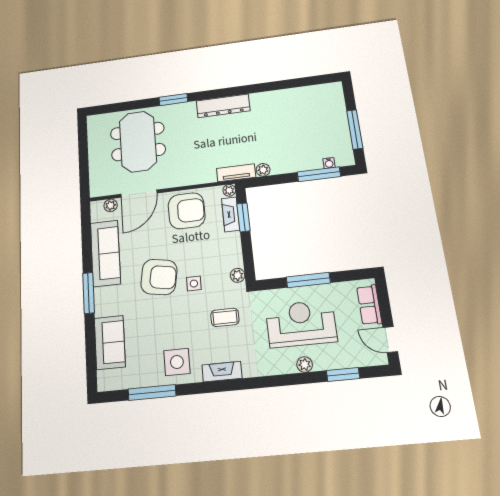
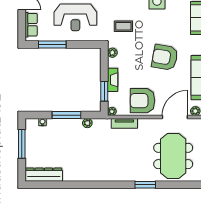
dresser: (223, 106) -> (44, 175), moved
tv unit: (236, 173) -> (124, 123), moved
window: (319, 174) -> (67, 115), moved
fireplace: (231, 214) -> (113, 80), moved
window: (308, 280) -> (52, 45), moved
side table: (194, 284) -> (142, 50), removed

